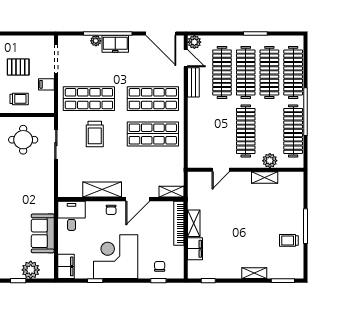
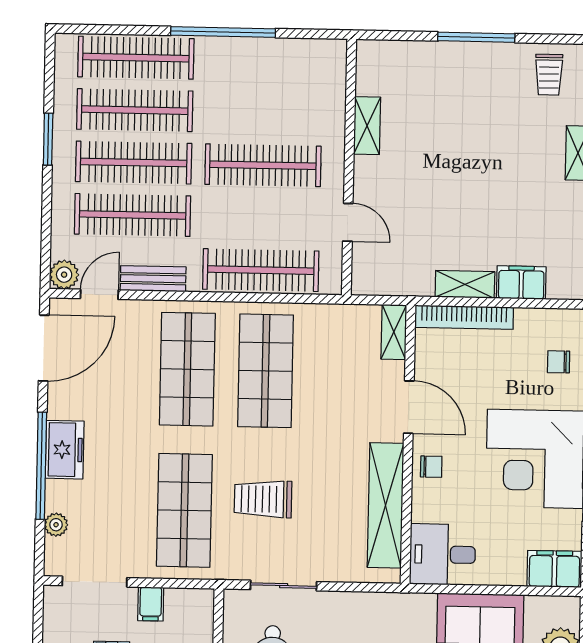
plant: (96, 41) -> (56, 525), moved
clothes rail: (293, 131) -> (261, 270), moved
trolley: (95, 134) -> (263, 499), turned 180
plant: (270, 161) -> (330, 113), removed
shelving: (102, 189) -> (385, 505), width x1.47
trolley: (289, 240) -> (549, 75), moved

